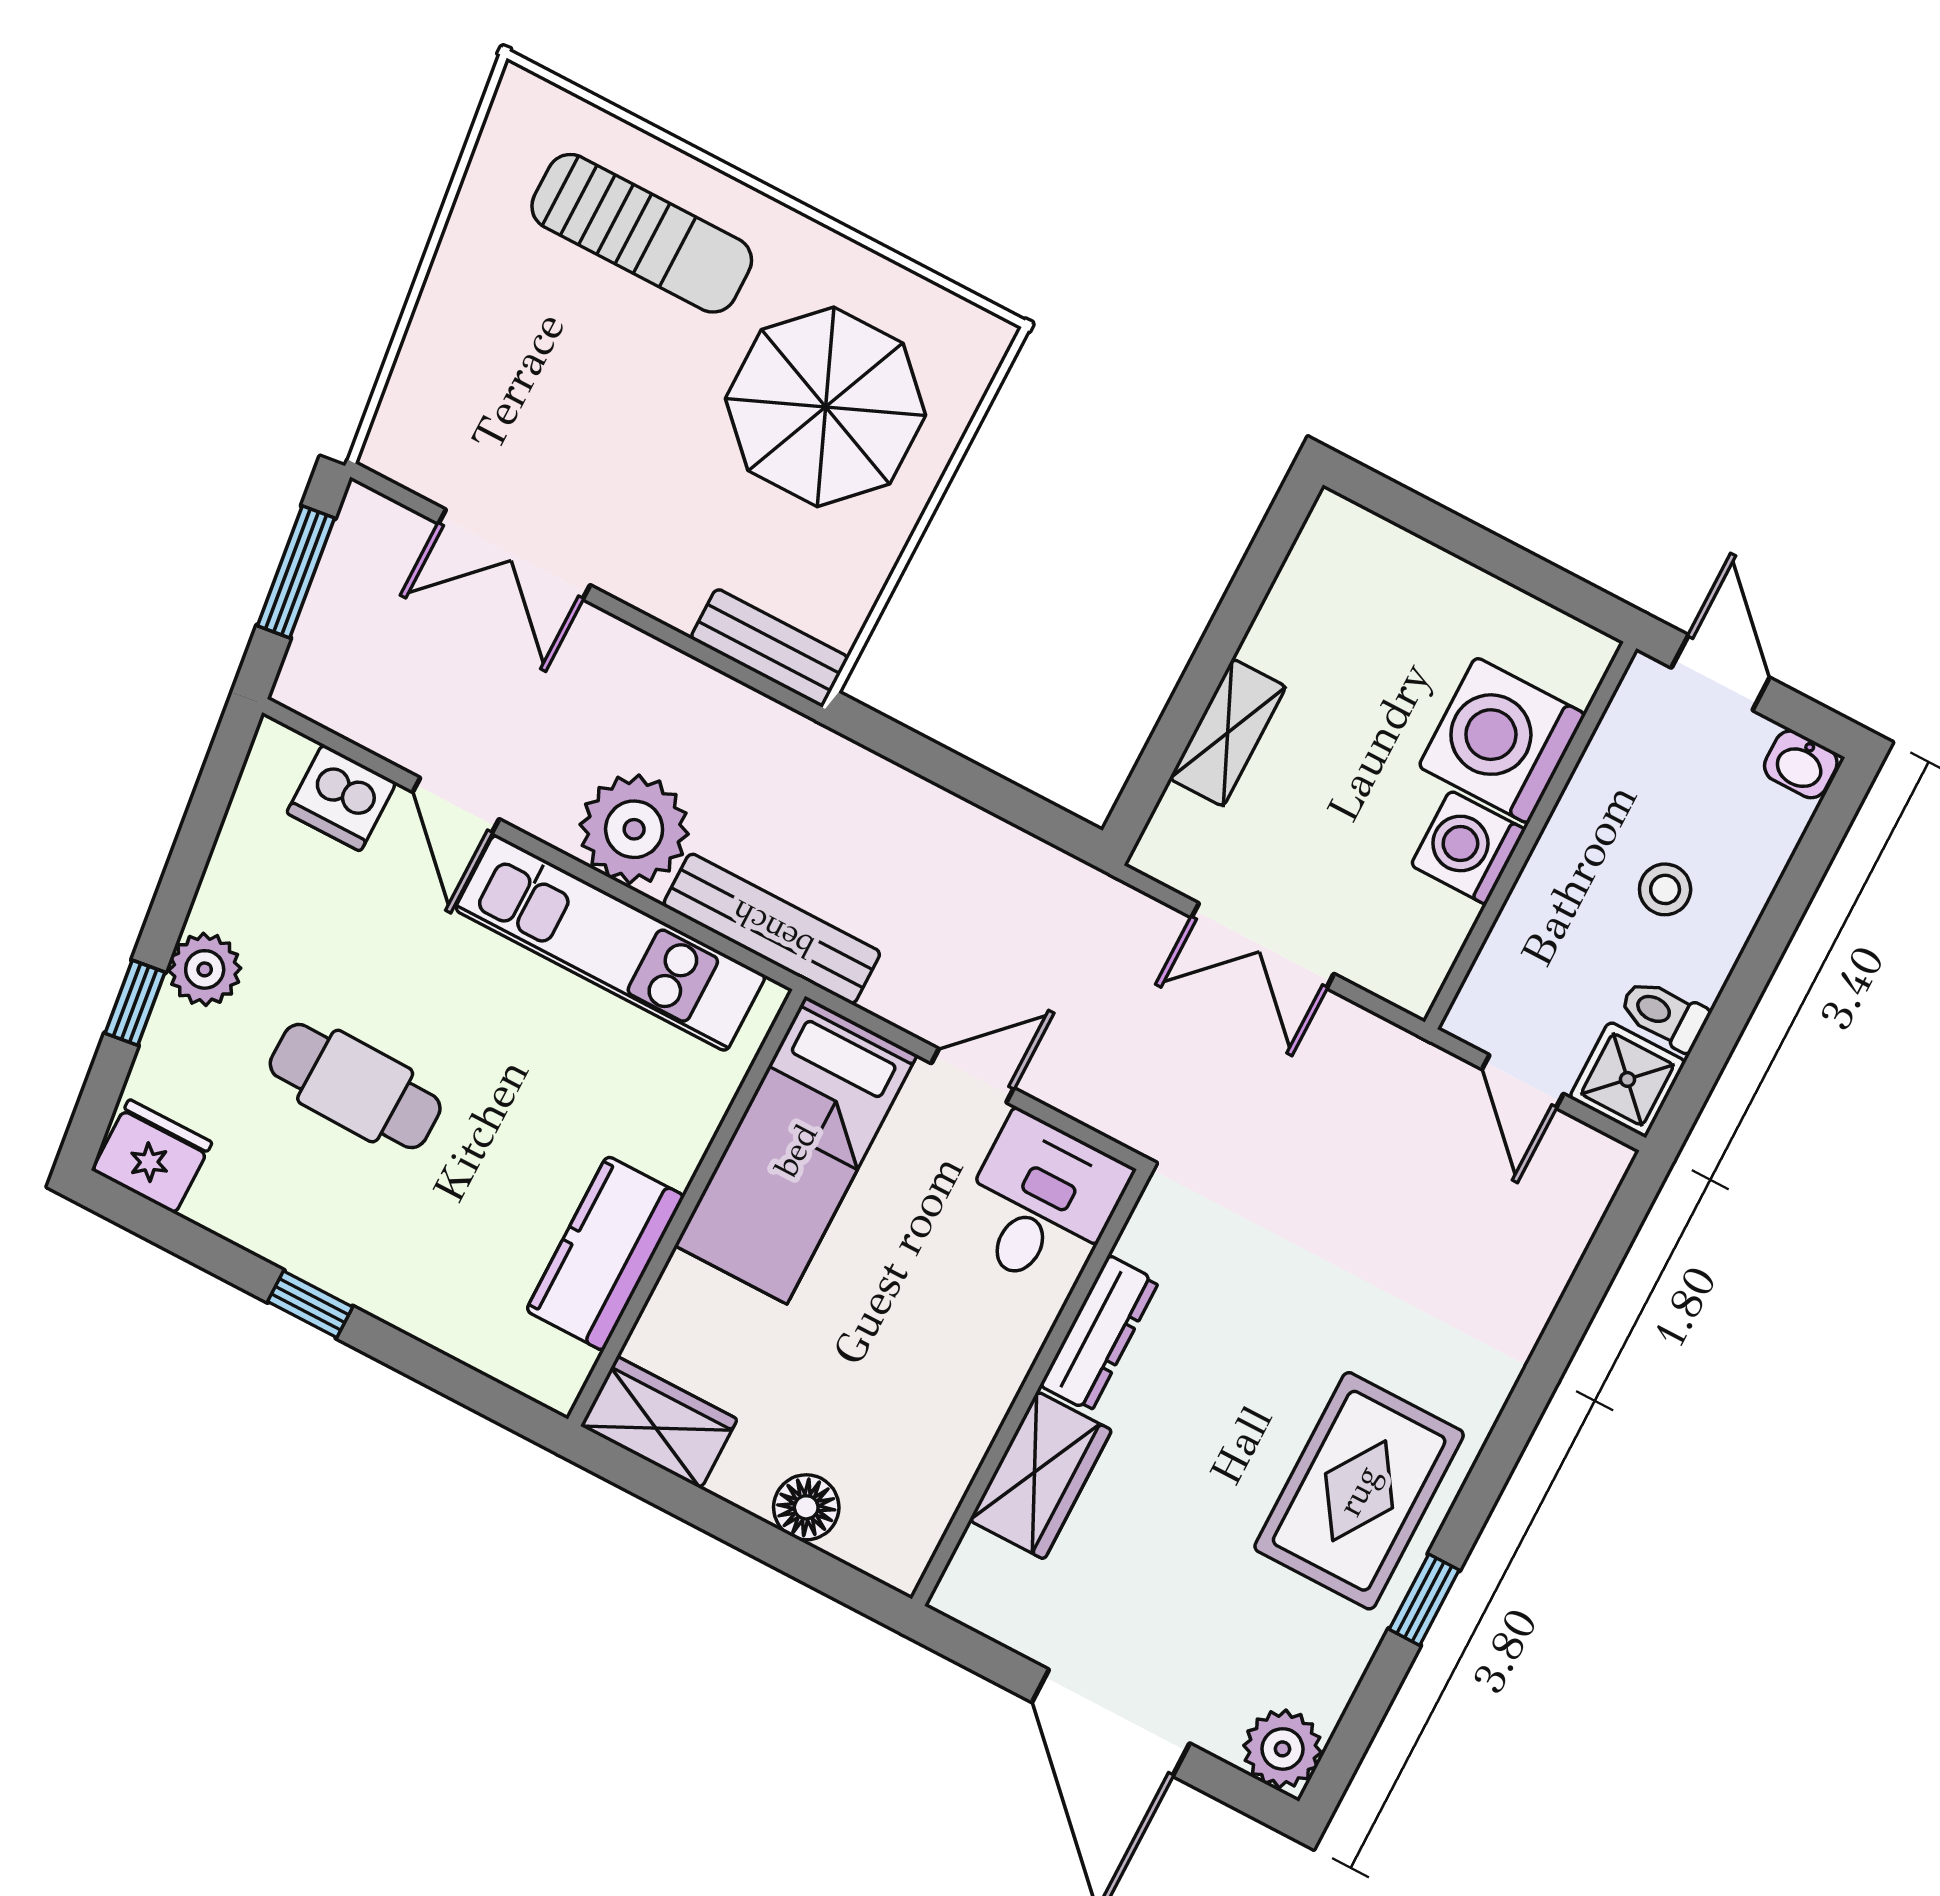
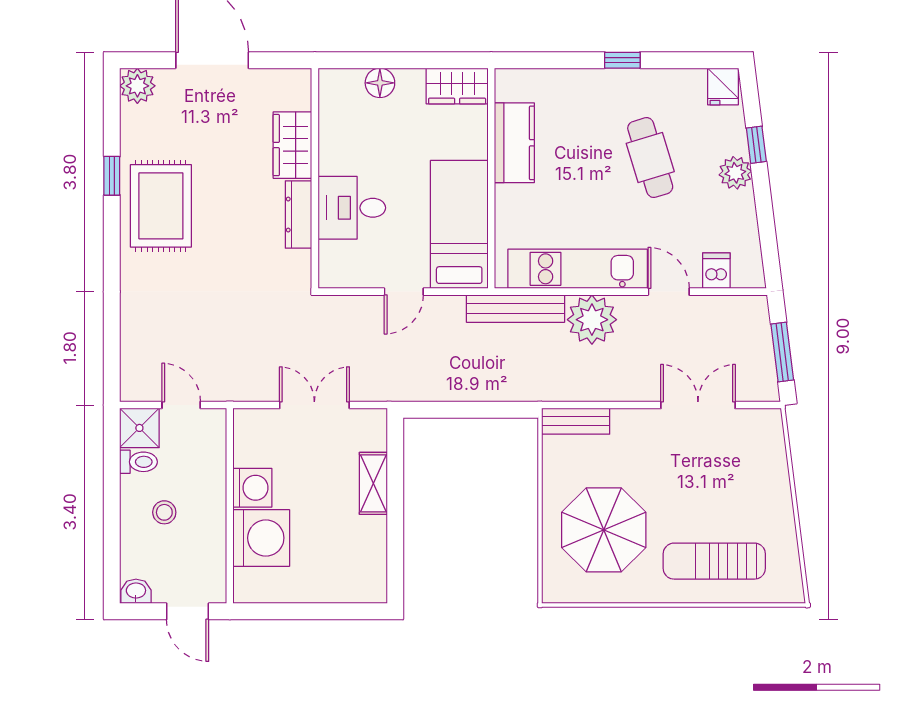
dishwasher: (341, 798) -> (716, 271), width x0.73
cafe table: (355, 1086) -> (650, 158), turned 72
fridge: (152, 1156) -> (723, 86), width x0.72
desk: (1041, 1203) -> (352, 208), moved, turned 90

